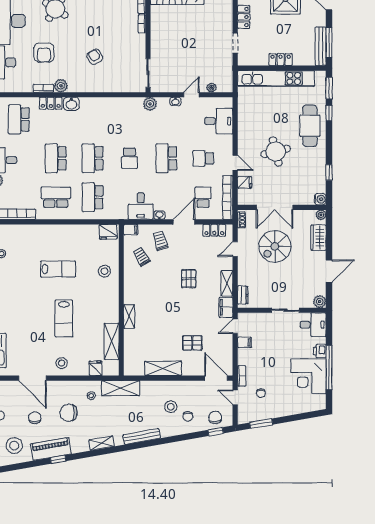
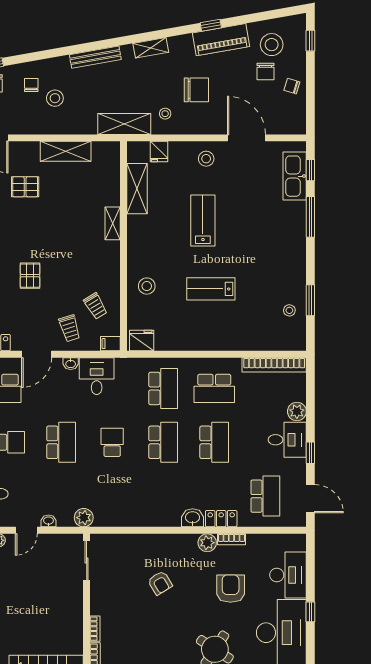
chair: (35, 418) -> (266, 71), moved

